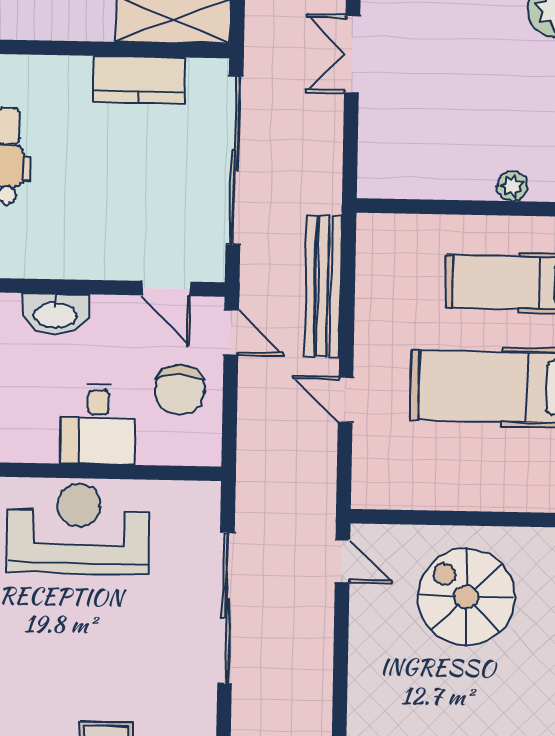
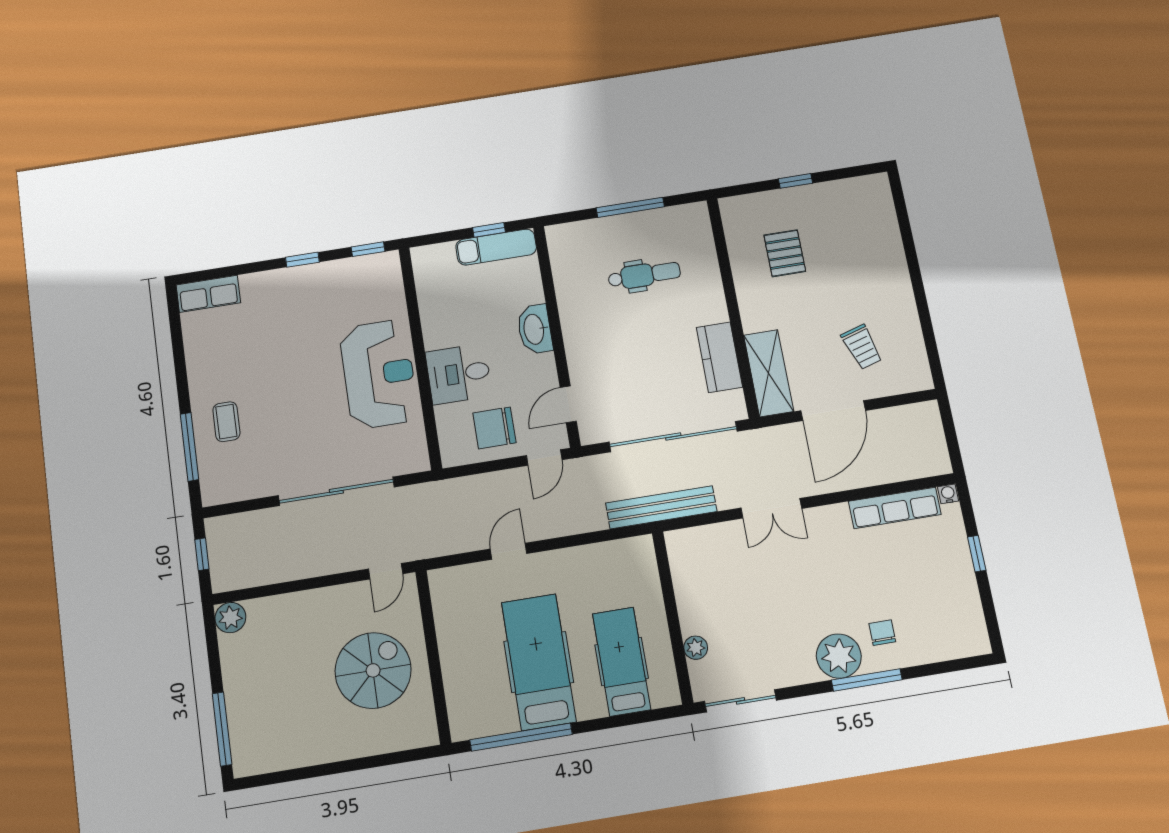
double door: (352, 54) -> (771, 508), swing flipped
bench: (323, 286) -> (661, 507), moved

